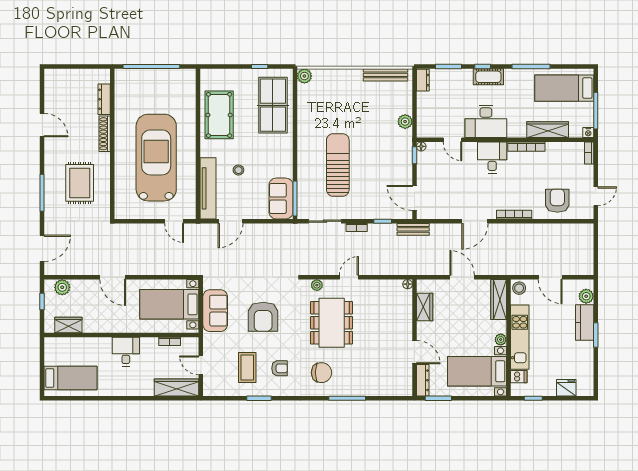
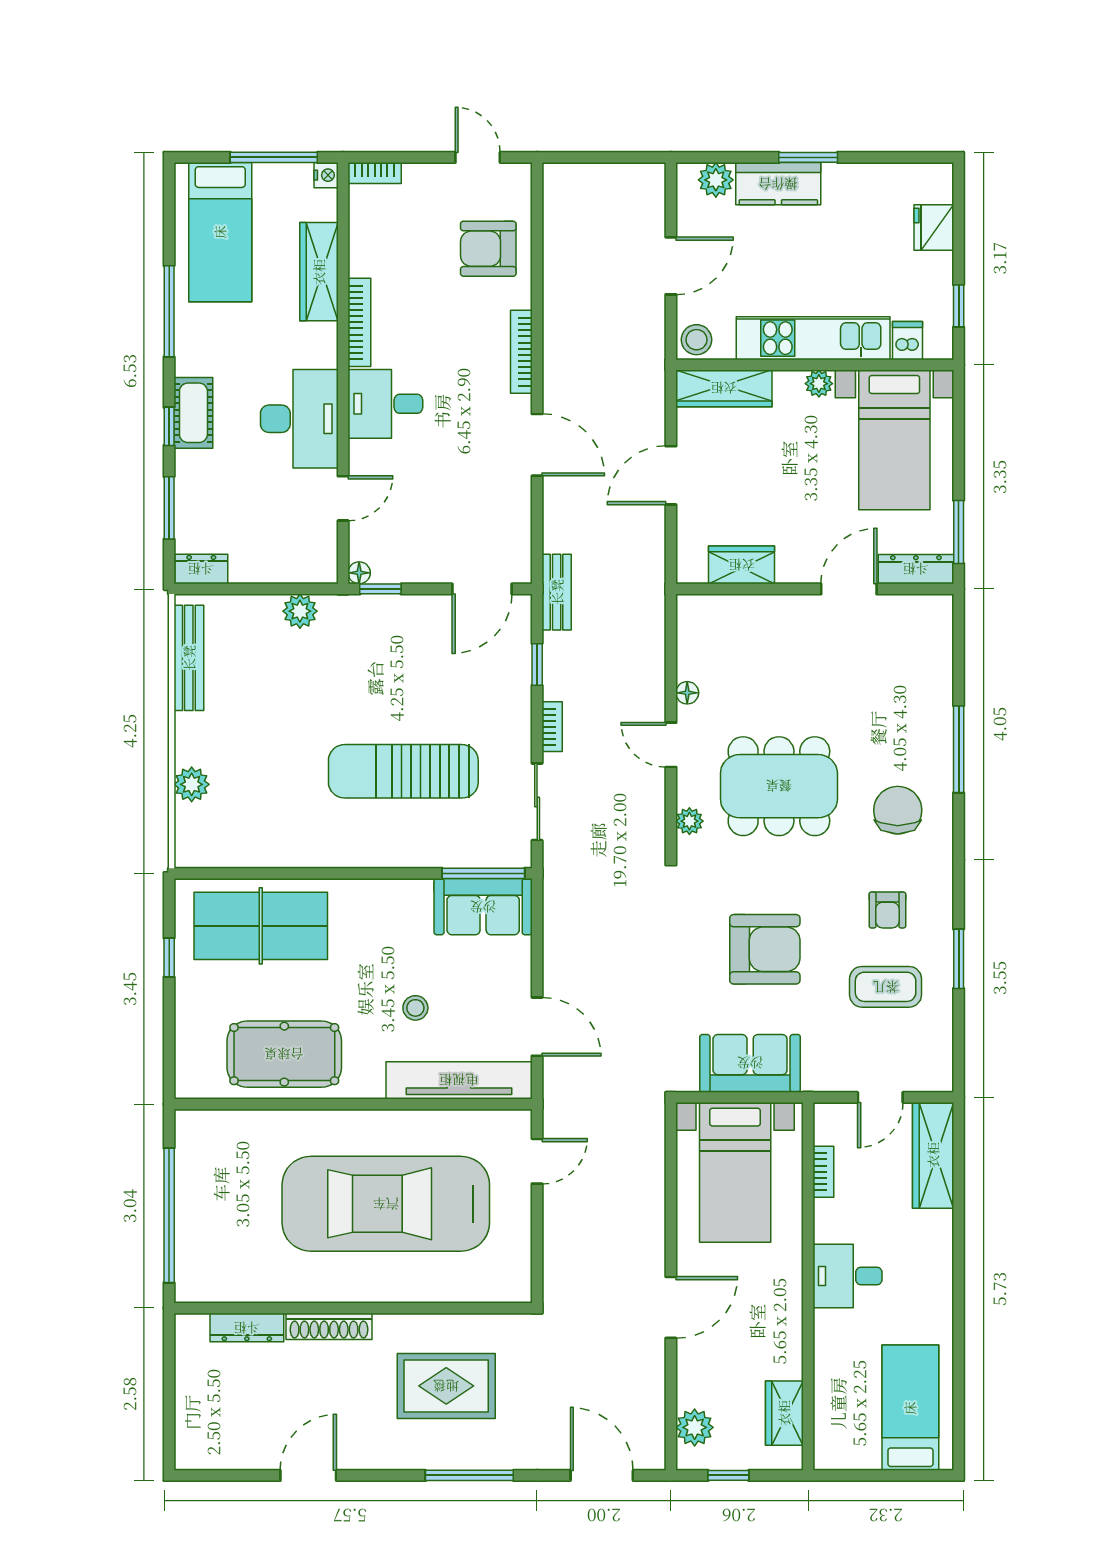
plant: (304, 76) -> (192, 784), moved
floor lamp: (408, 284) -> (687, 693), moved
armchair: (280, 368) -> (887, 910), turned 180

